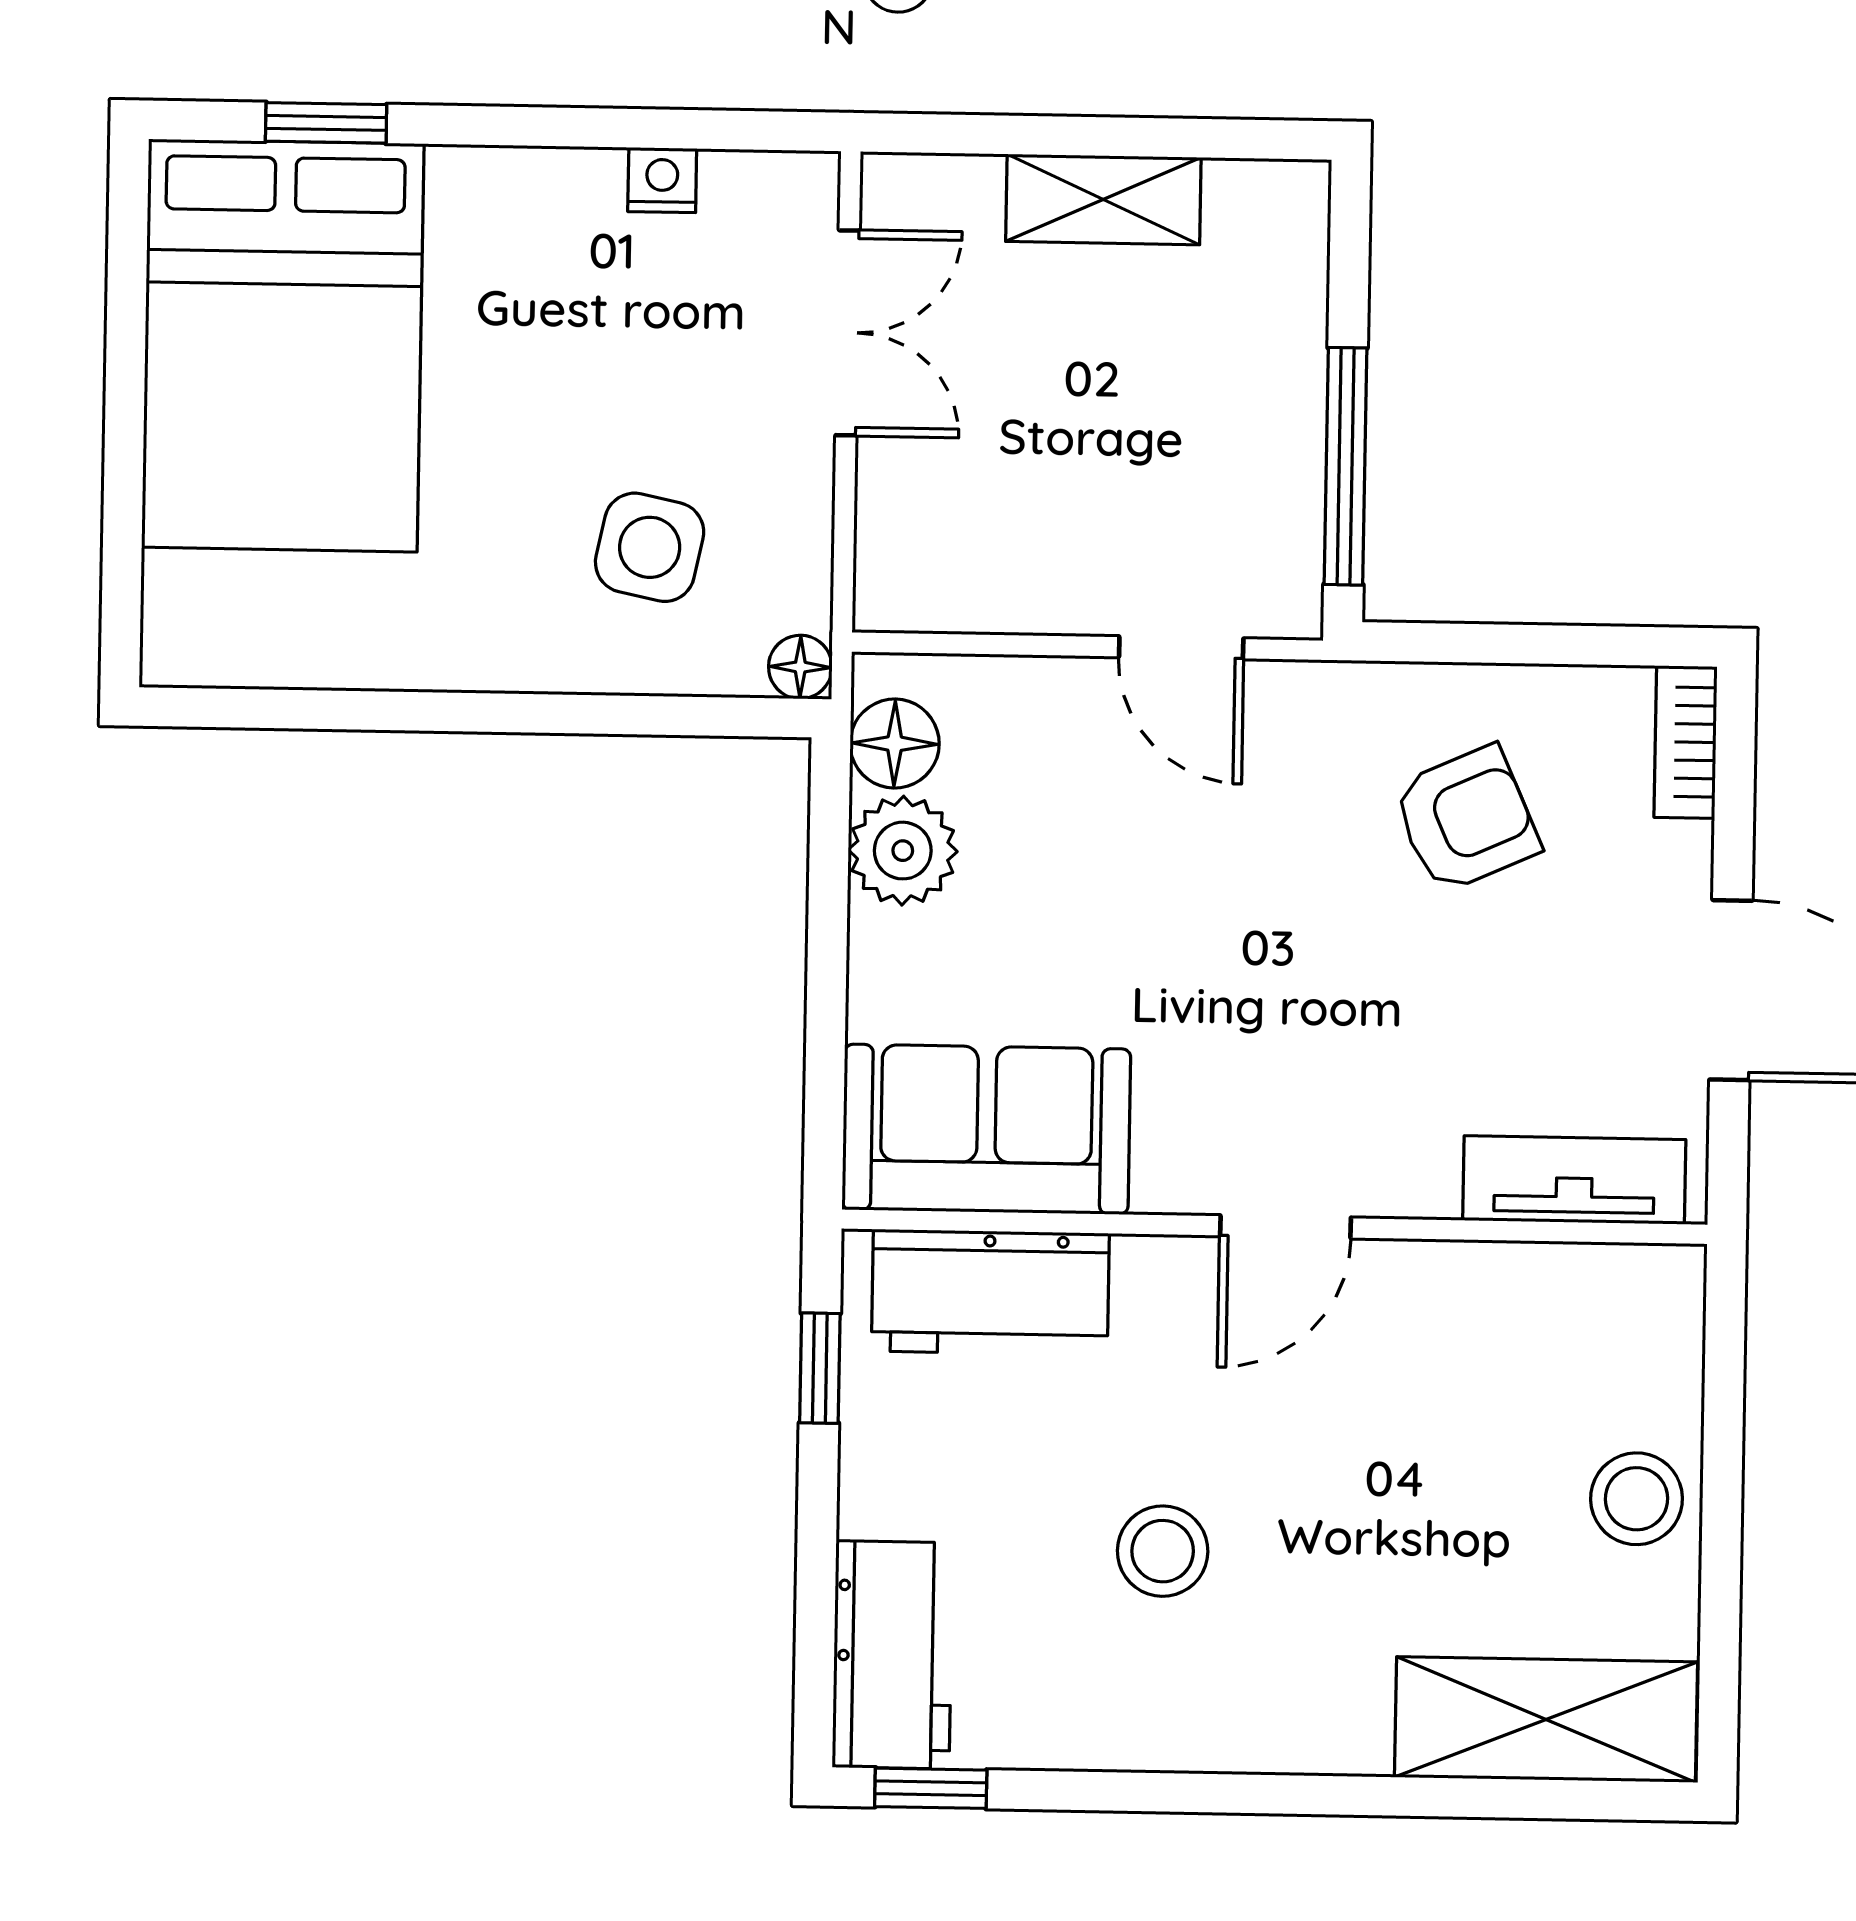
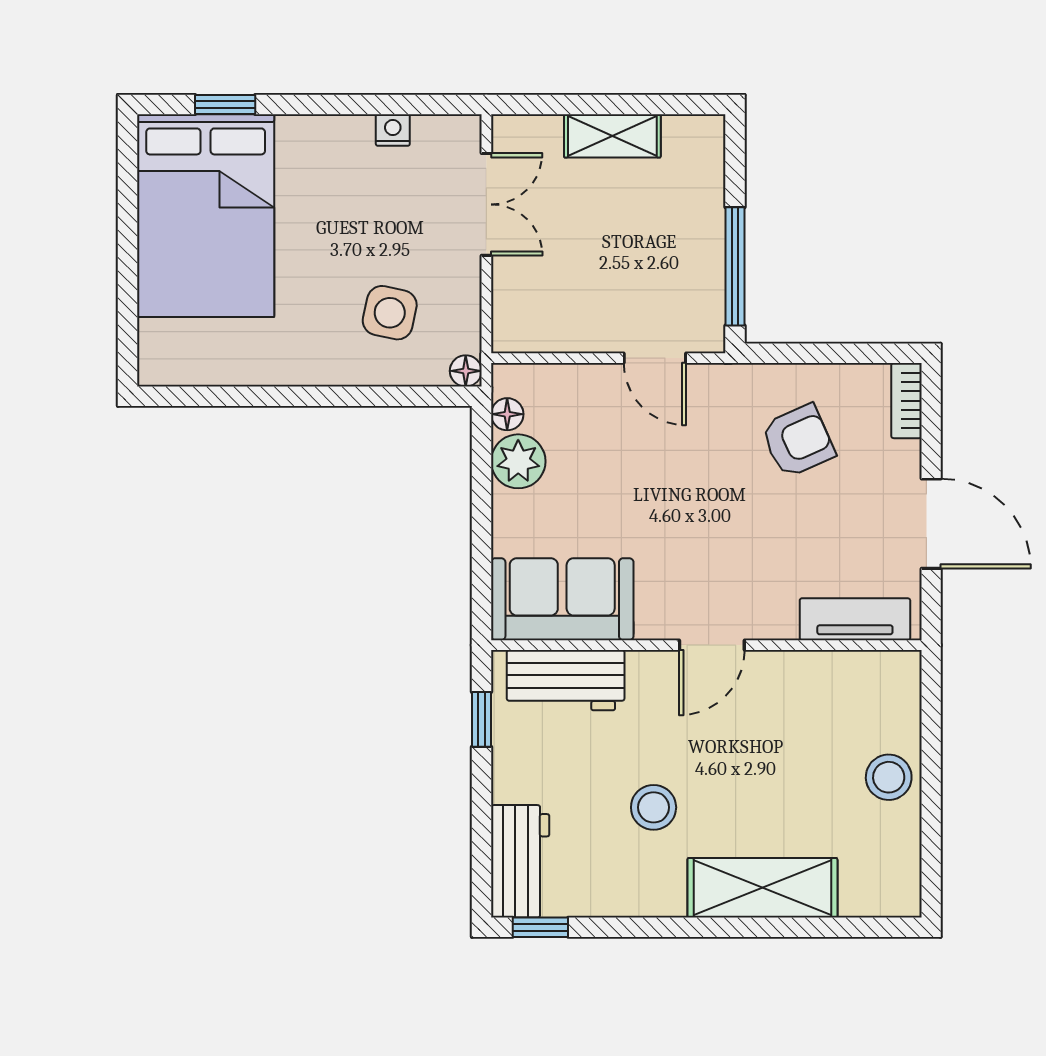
floor lamp: (895, 744) -> (507, 414), width x0.73, depth x0.73
shelving: (1546, 1720) -> (762, 888), moved

